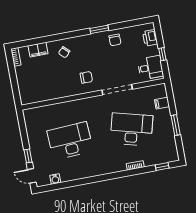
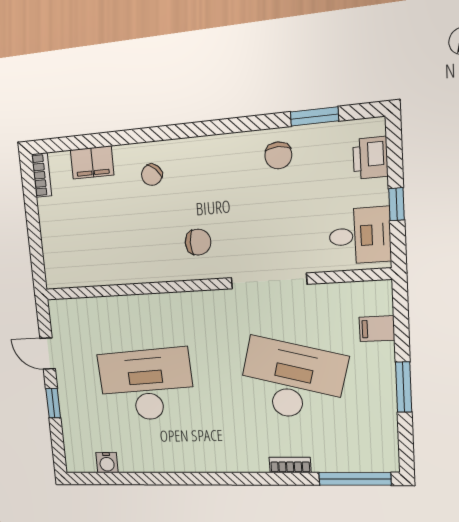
window: (99, 29) -> (314, 116), moved
window: (162, 167) -> (355, 479), width x2.17
door: (32, 176) -> (48, 354), moved

